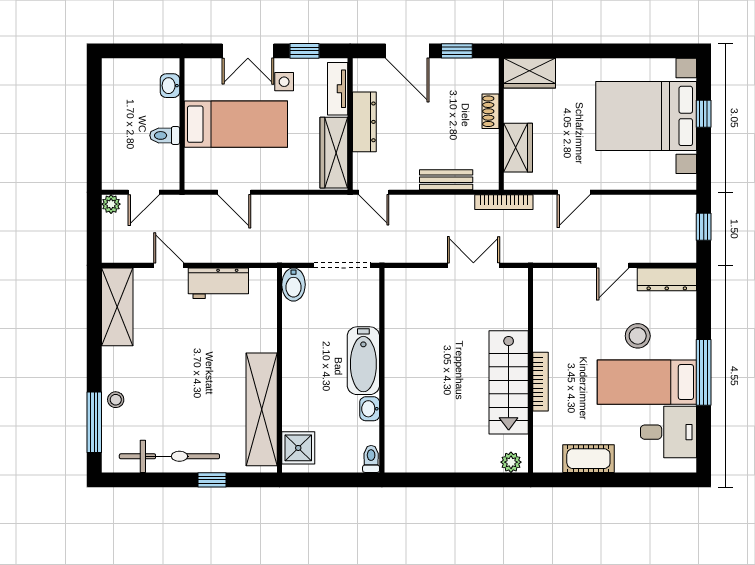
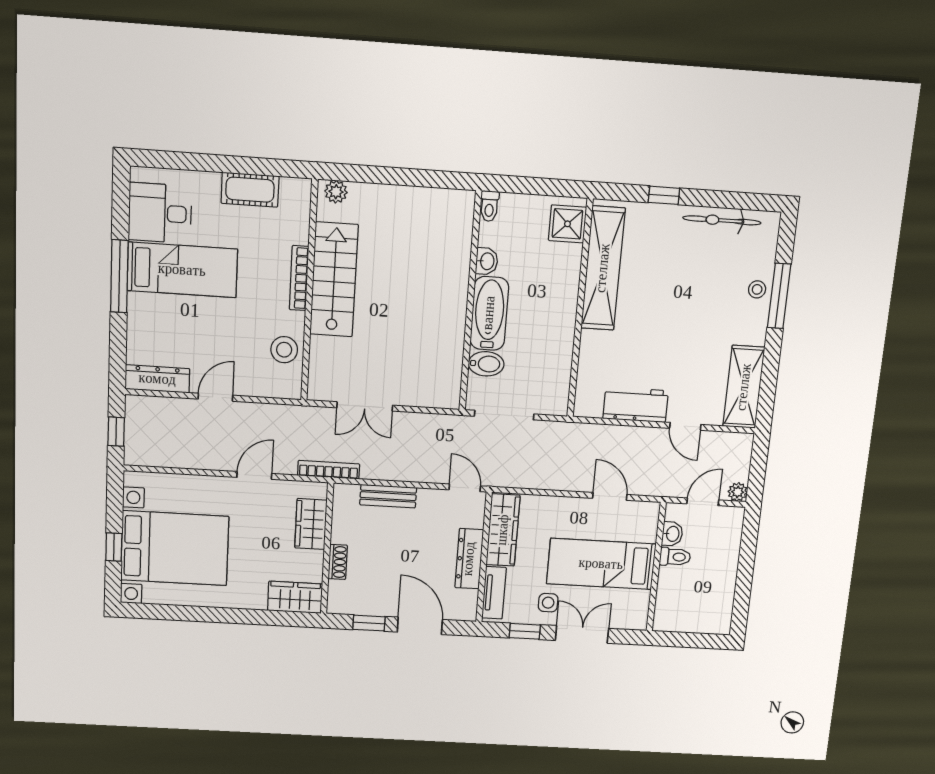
washbasin: (170, 86) -> (672, 534), moved
bidet: (293, 285) -> (486, 364), moved, turned 90
stool: (638, 336) -> (284, 350), moved
window: (94, 422) -> (779, 296), moved
bicycle: (169, 456) -> (722, 220), width x0.73, depth x0.71

